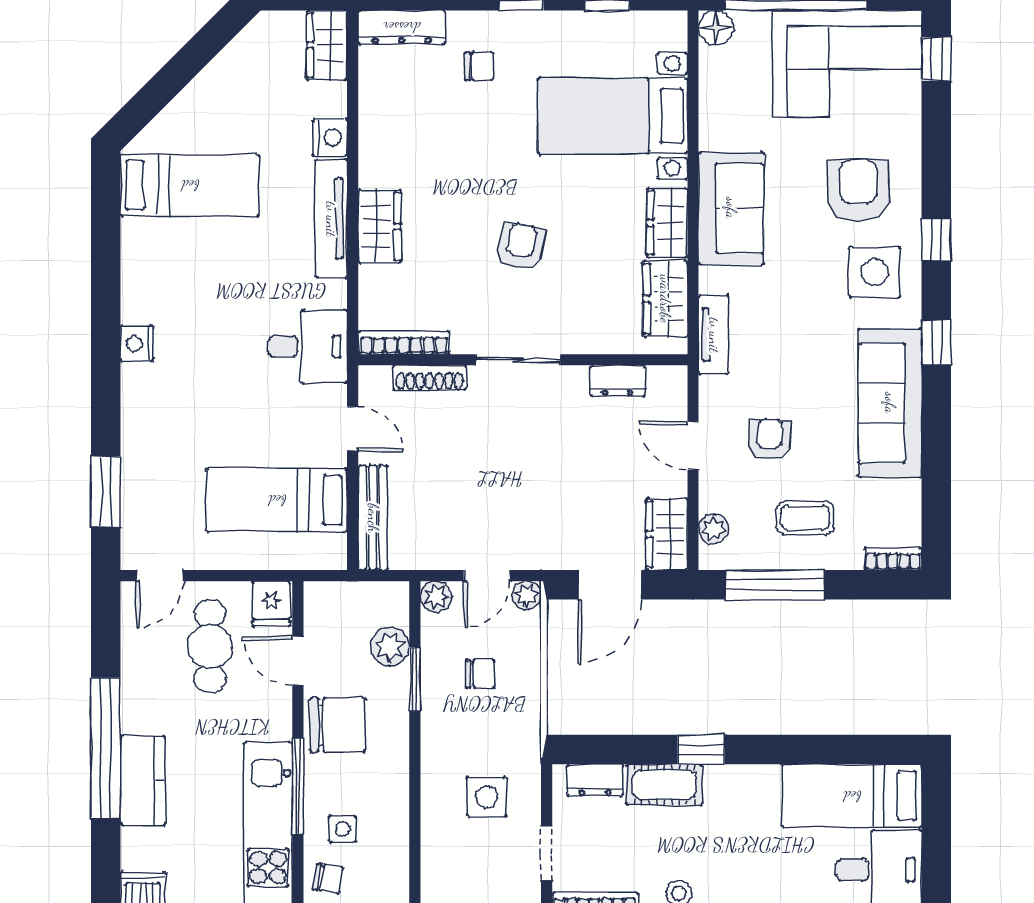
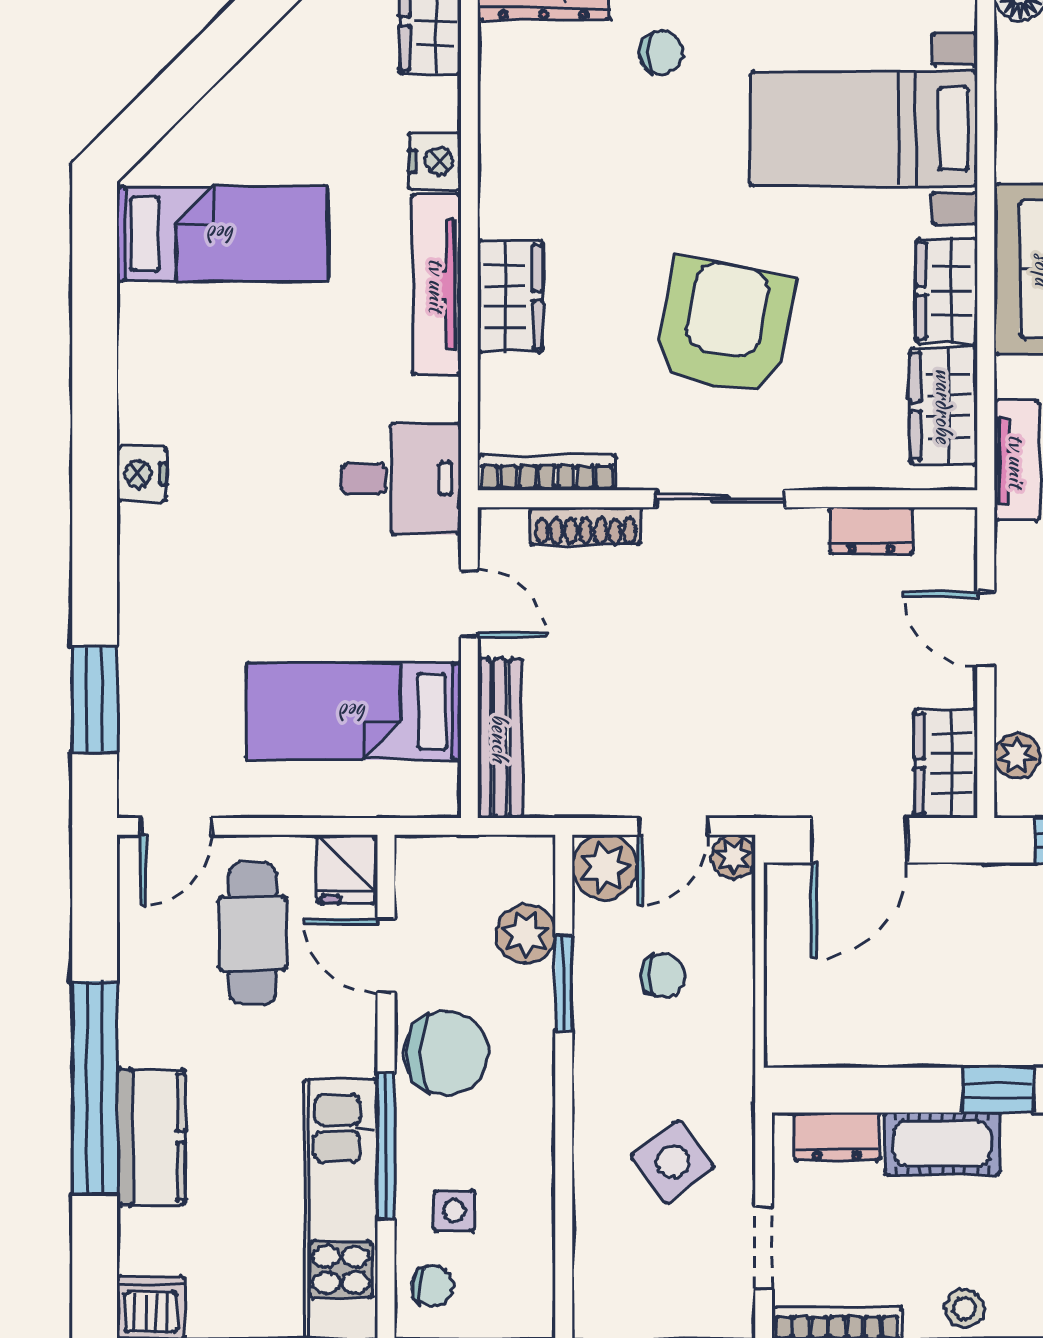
armchair: (521, 246) -> (724, 327), width x1.88, depth x1.88
plant: (436, 597) -> (605, 867), width x1.38, depth x1.38
side table: (487, 797) -> (673, 1162), turned -38

